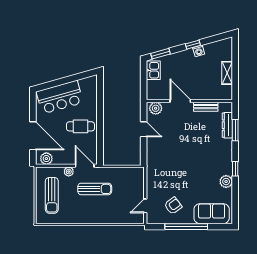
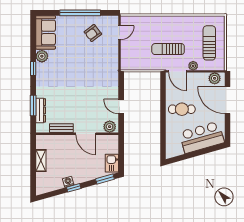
sofa: (212, 214) -> (46, 32), moved, turned -90

